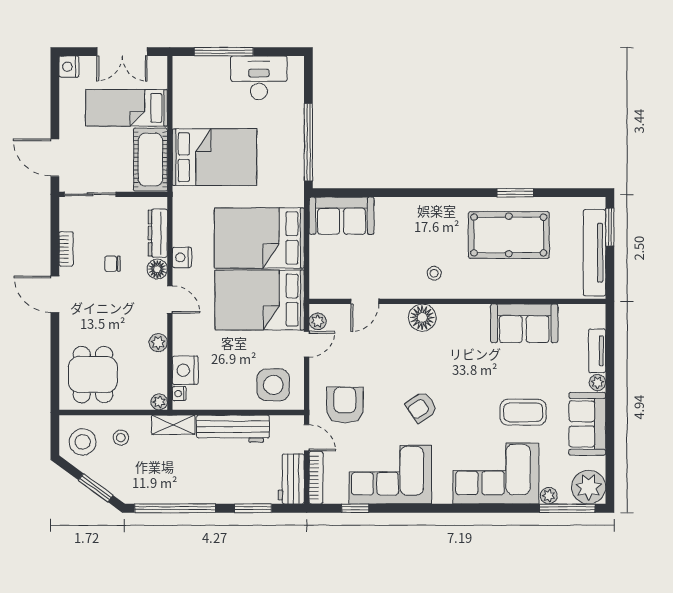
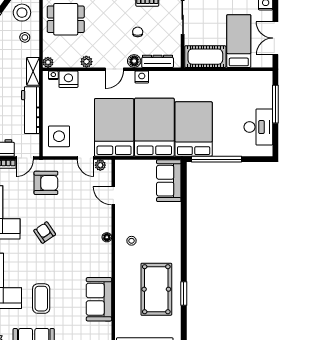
bed: (214, 157) -> (194, 129), moved, turned 180
floor lamp: (422, 318) -> (107, 237), width x0.53, depth x0.53

